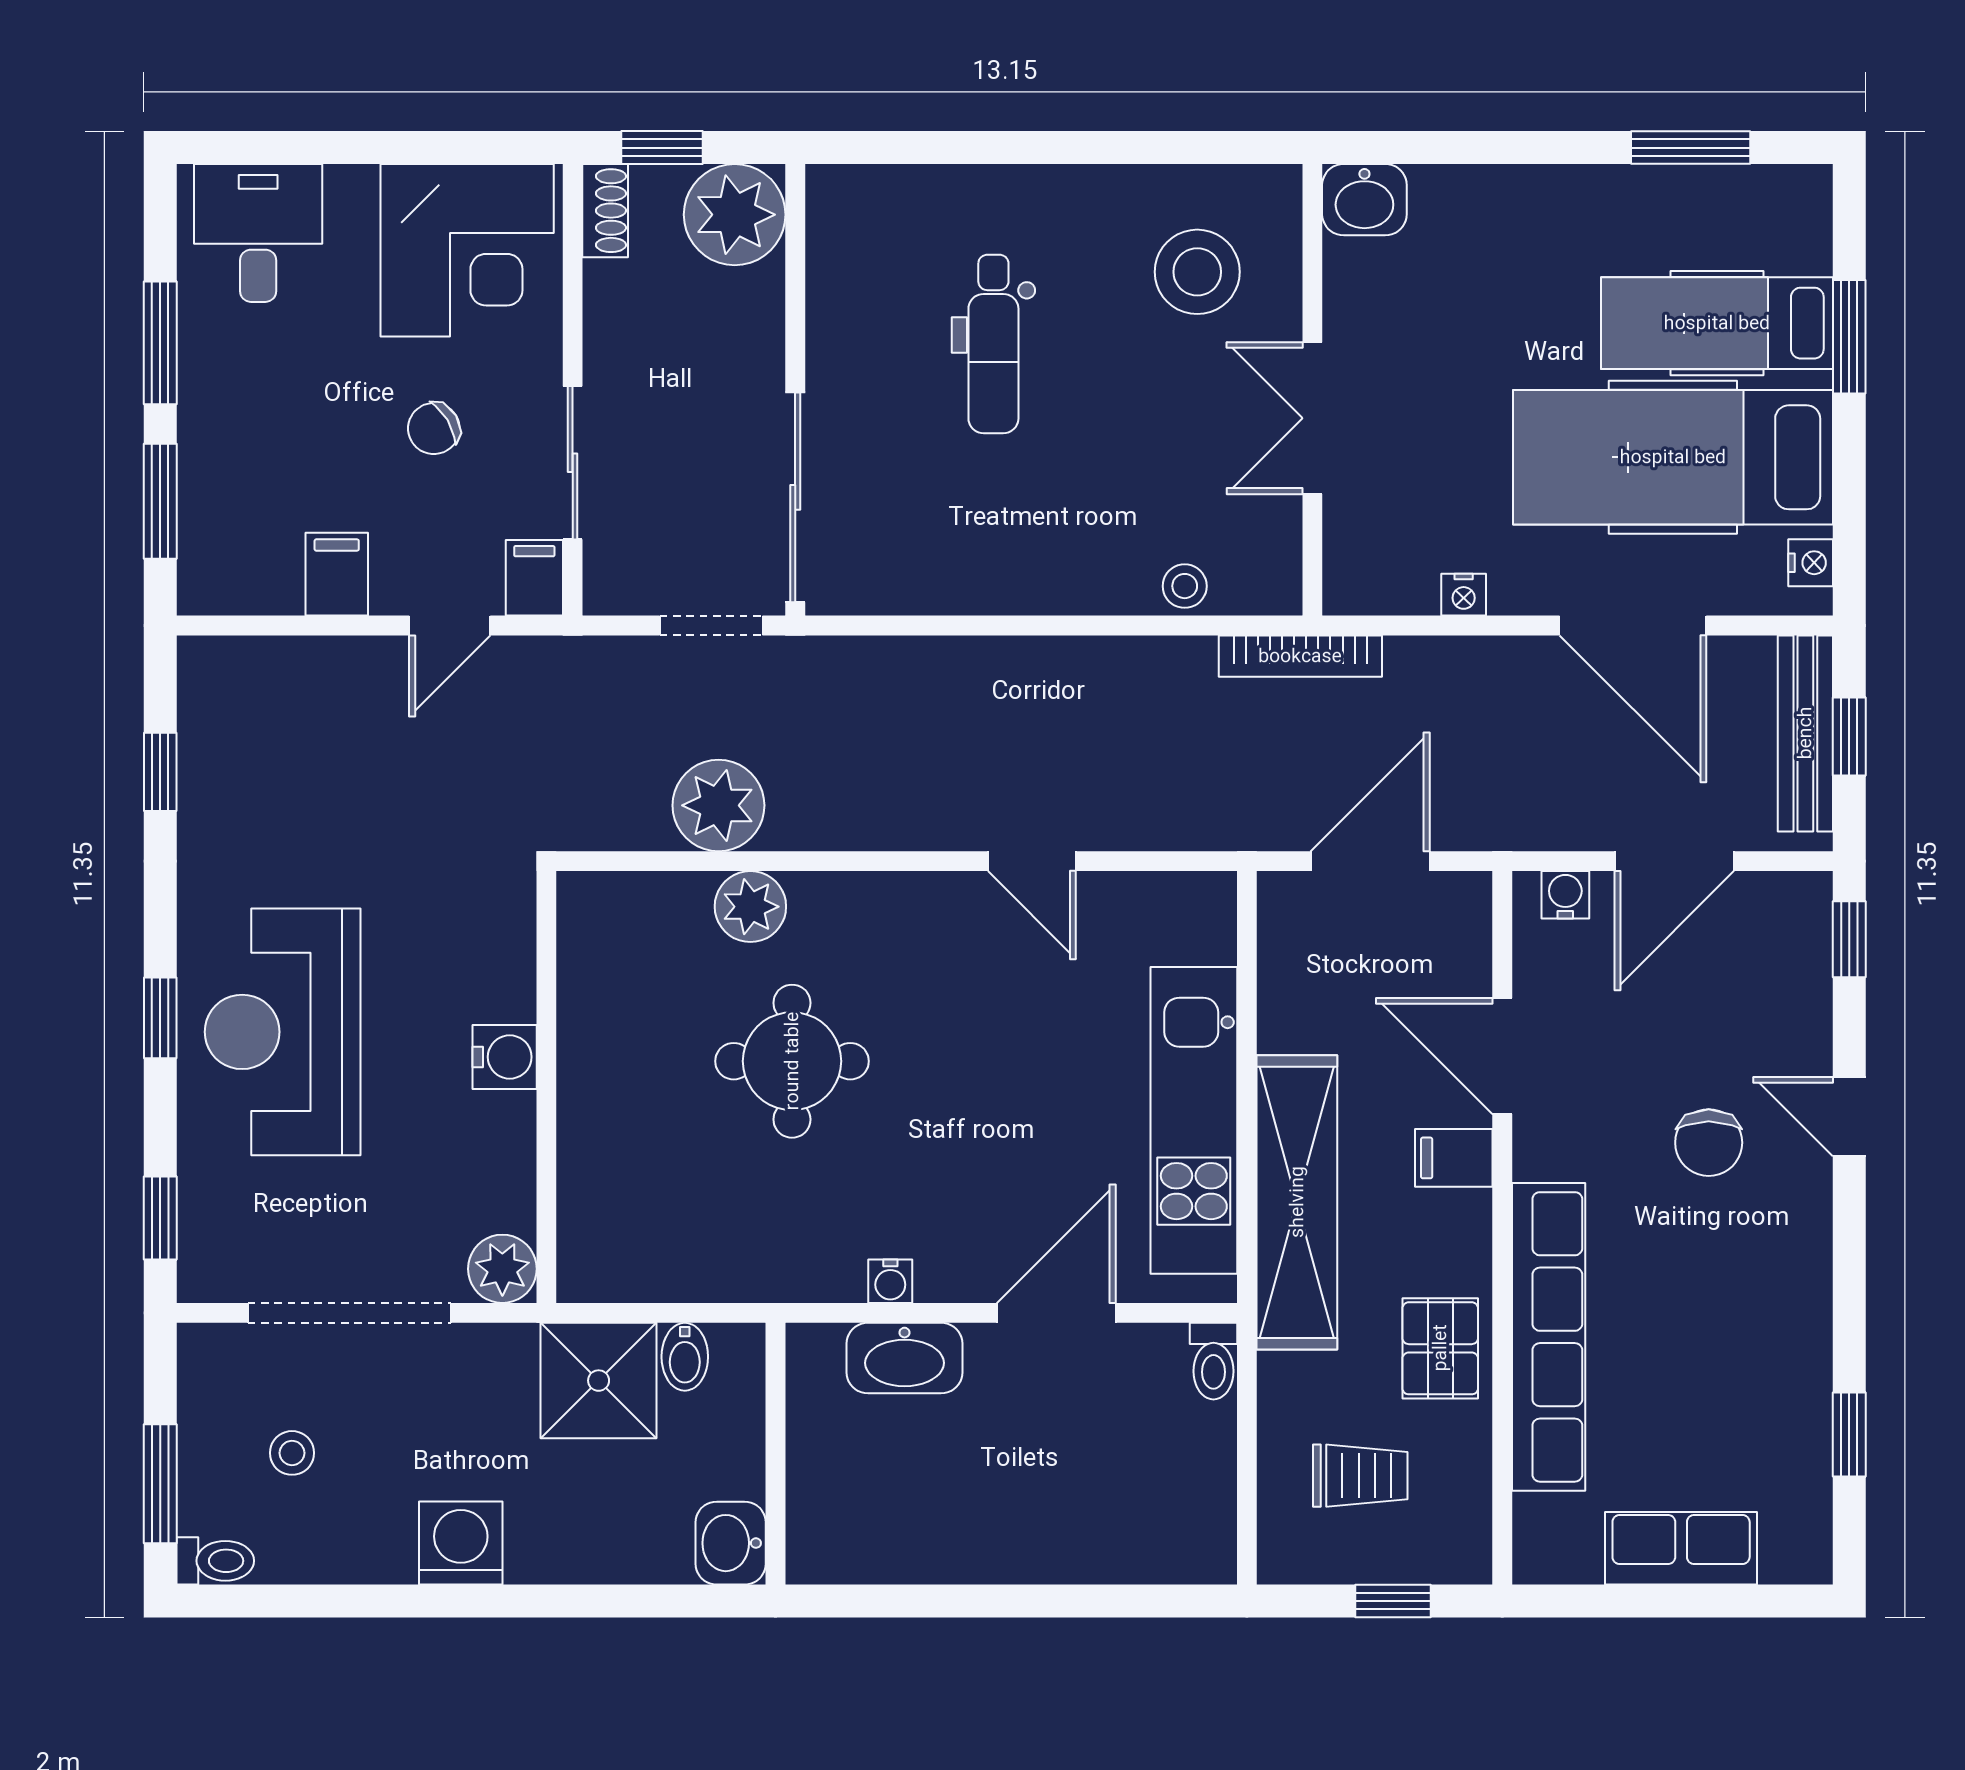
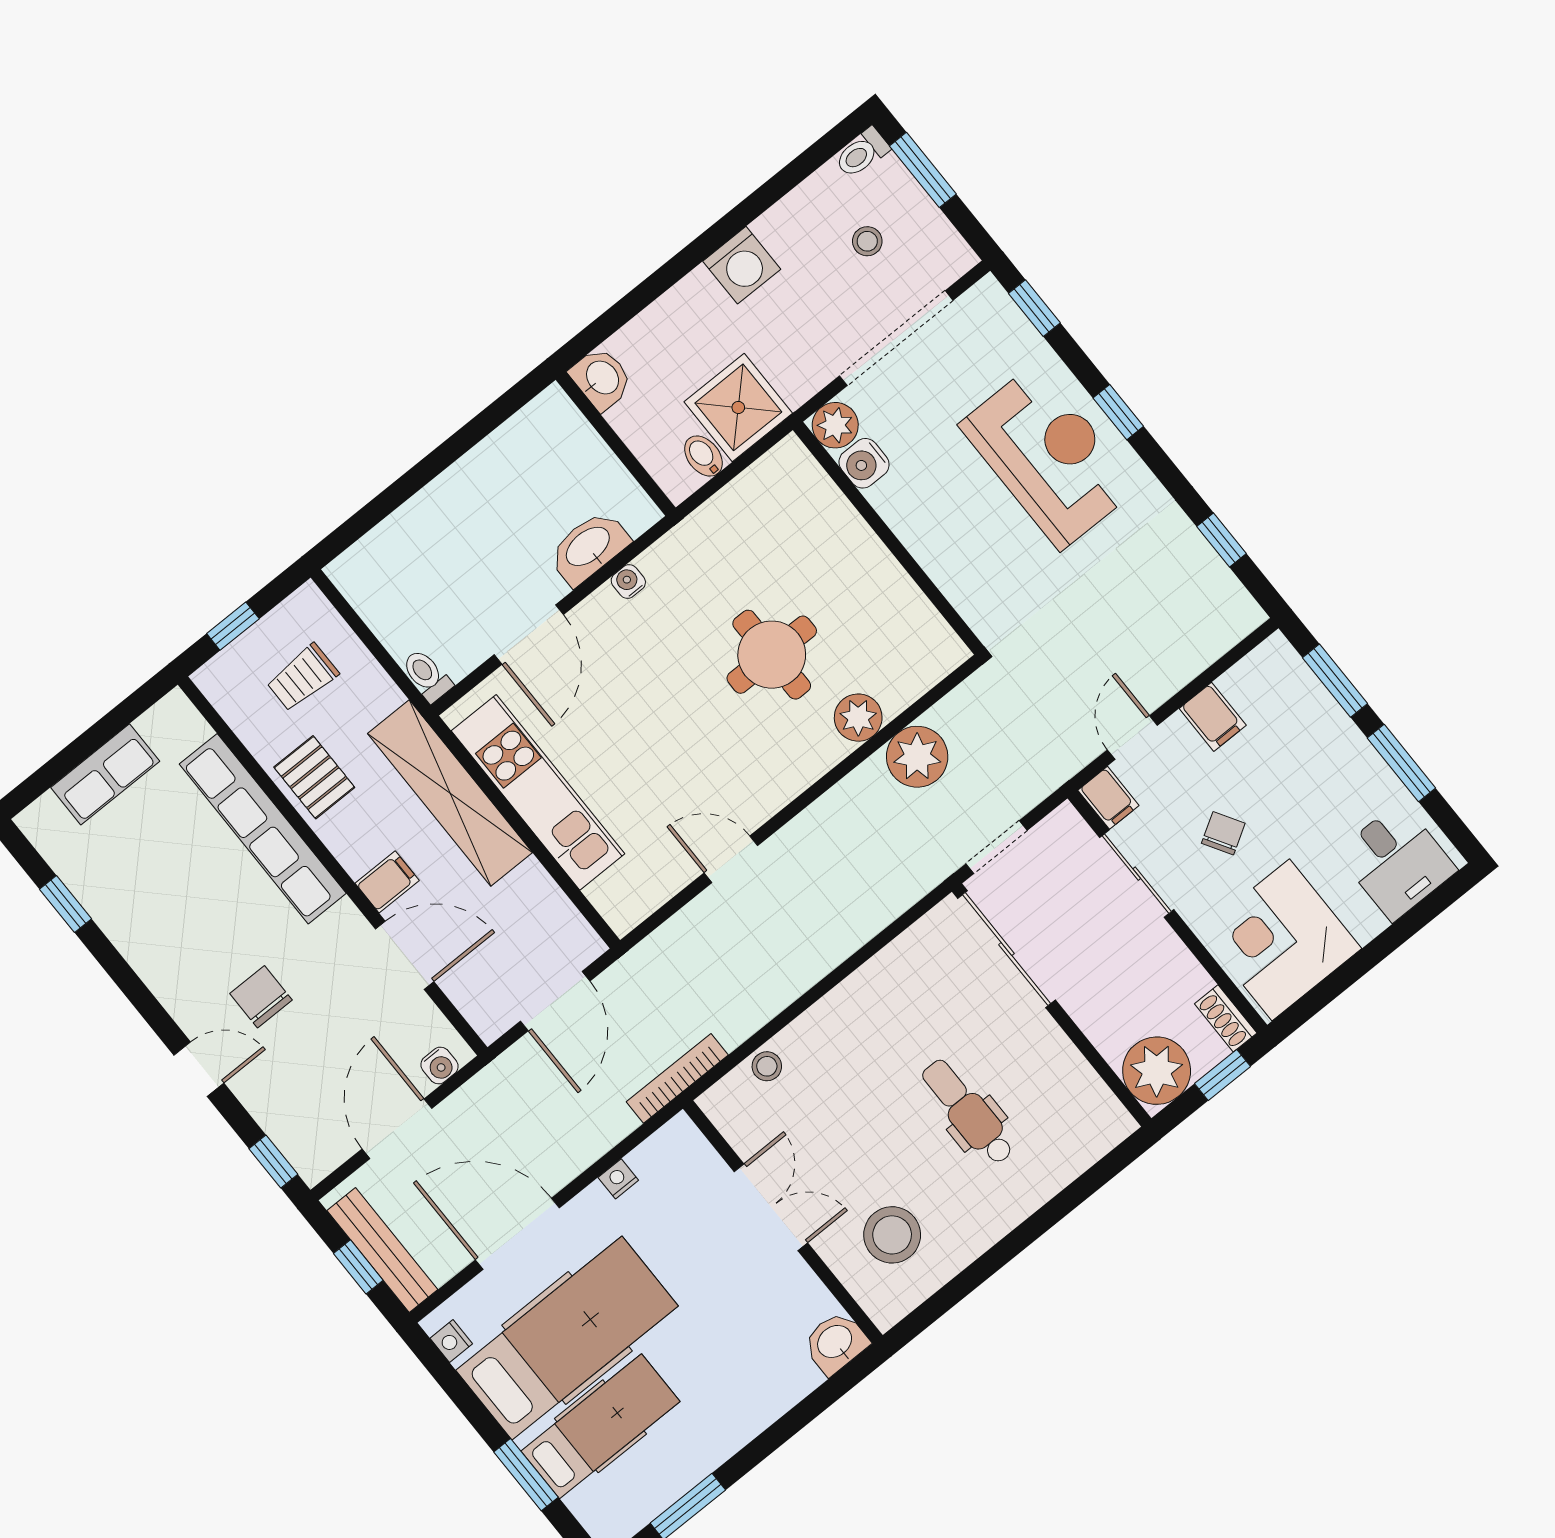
water cooler: (505, 1057) -> (864, 463), moved

